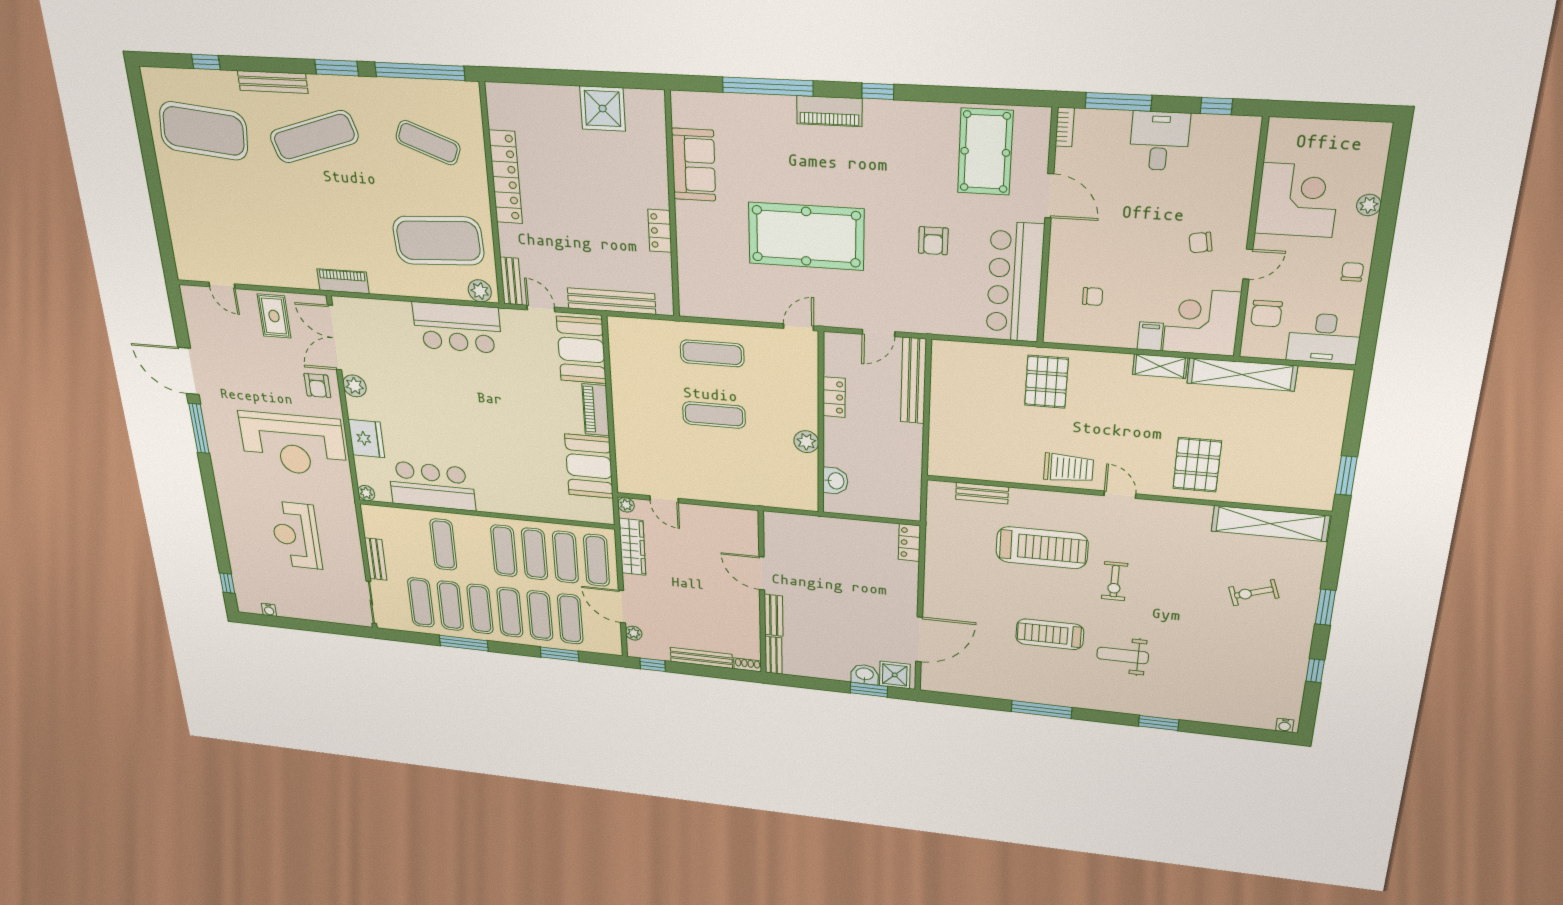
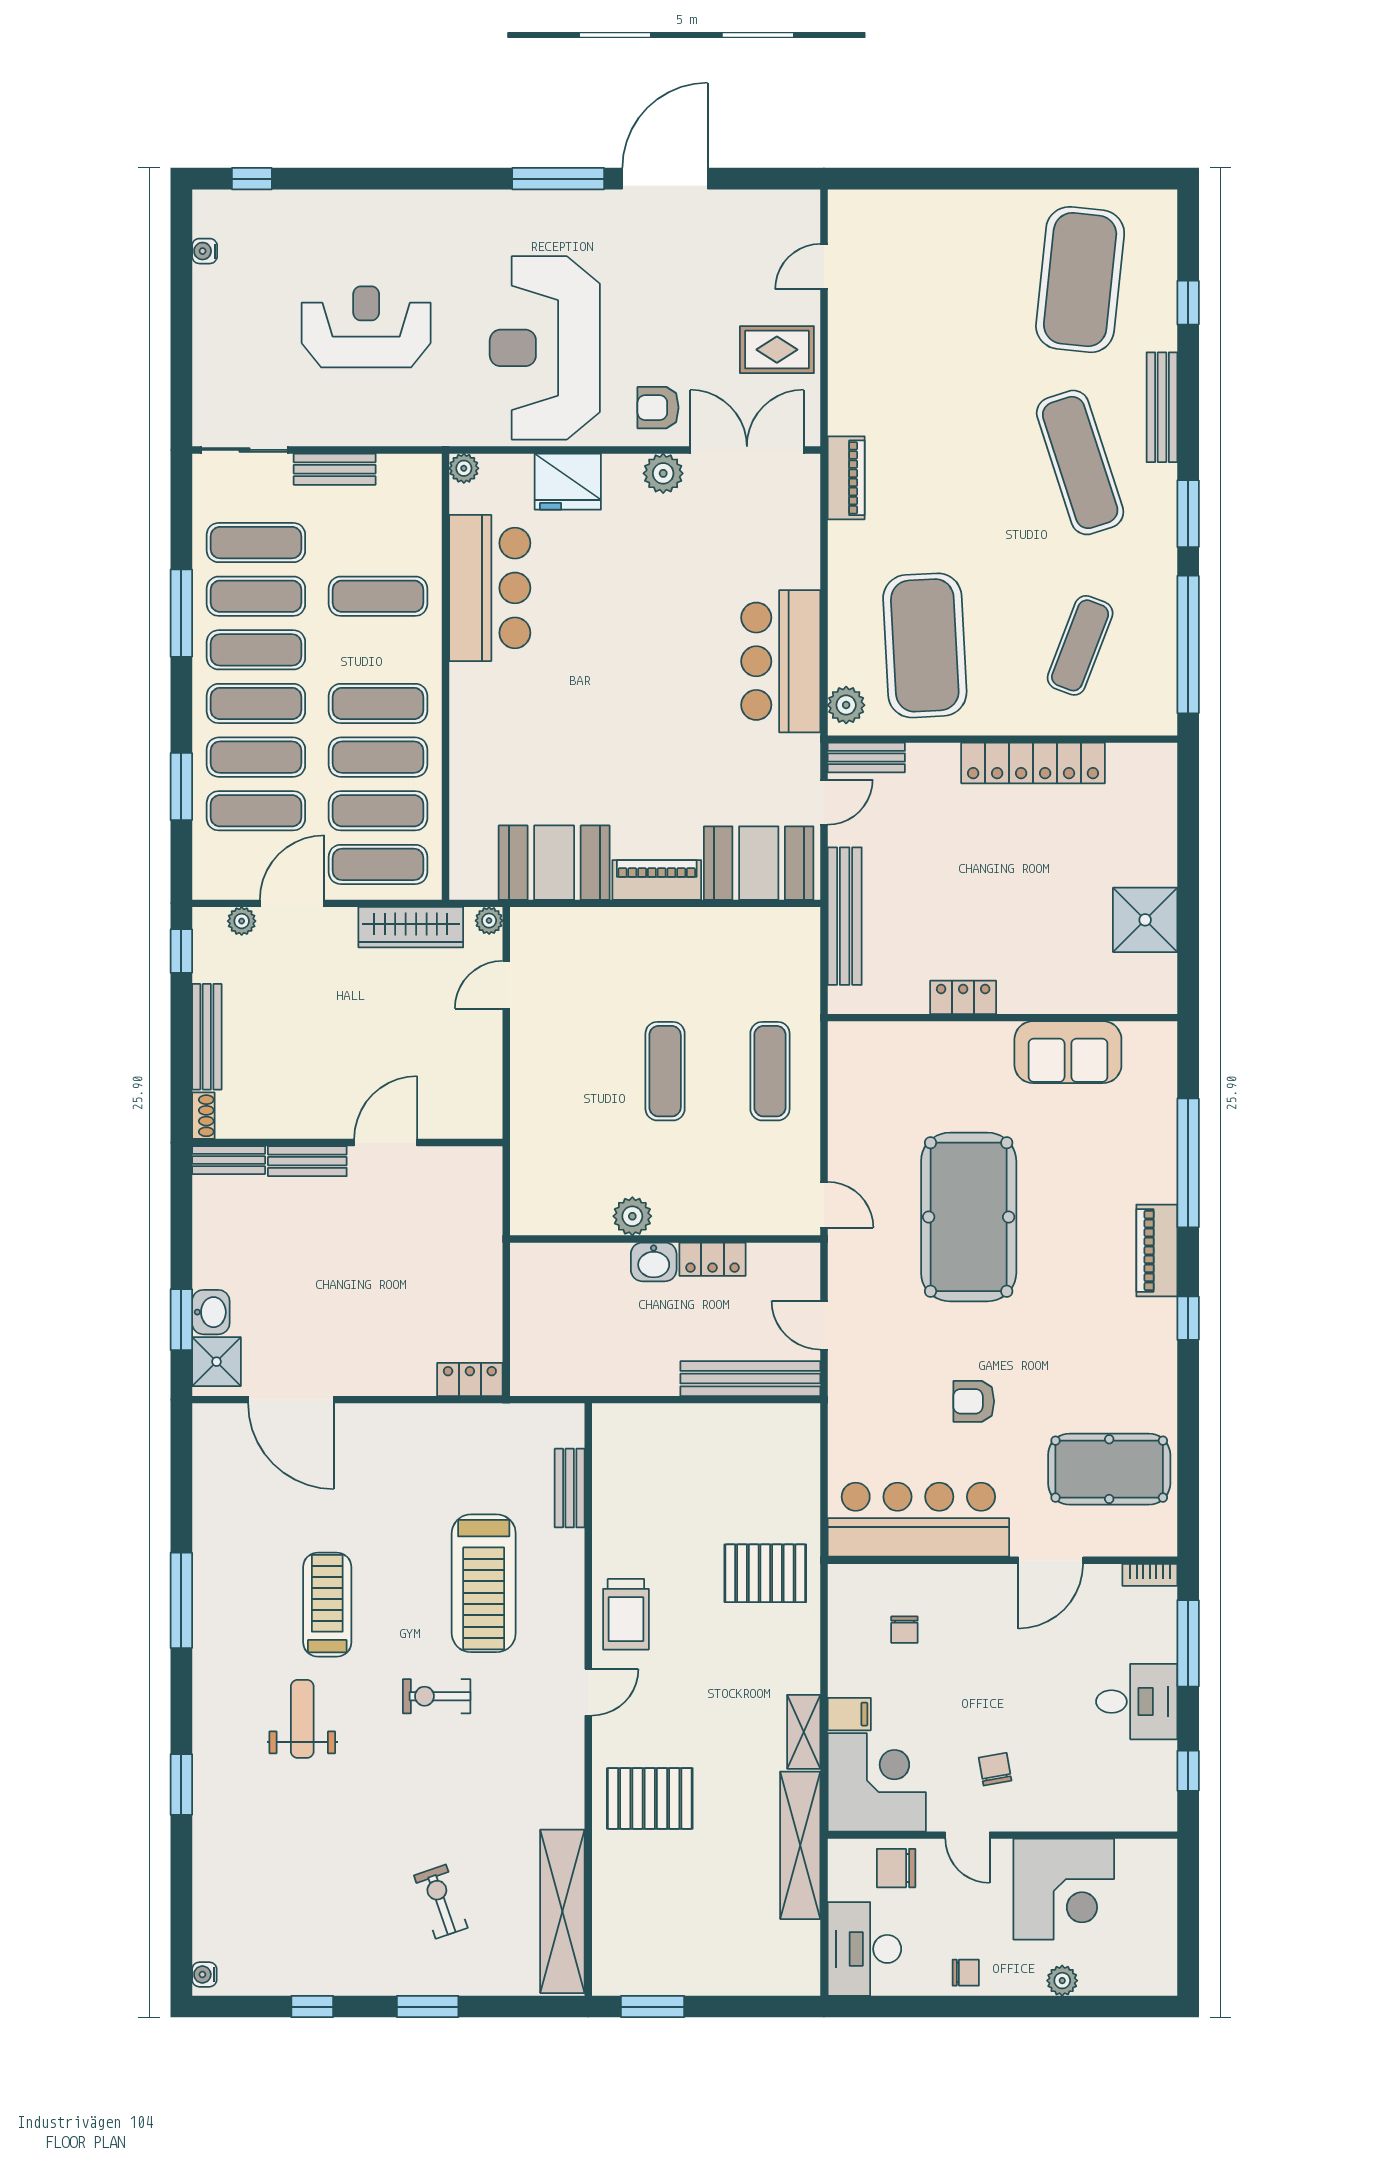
washbasin: (835, 481) -> (654, 1262), moved

